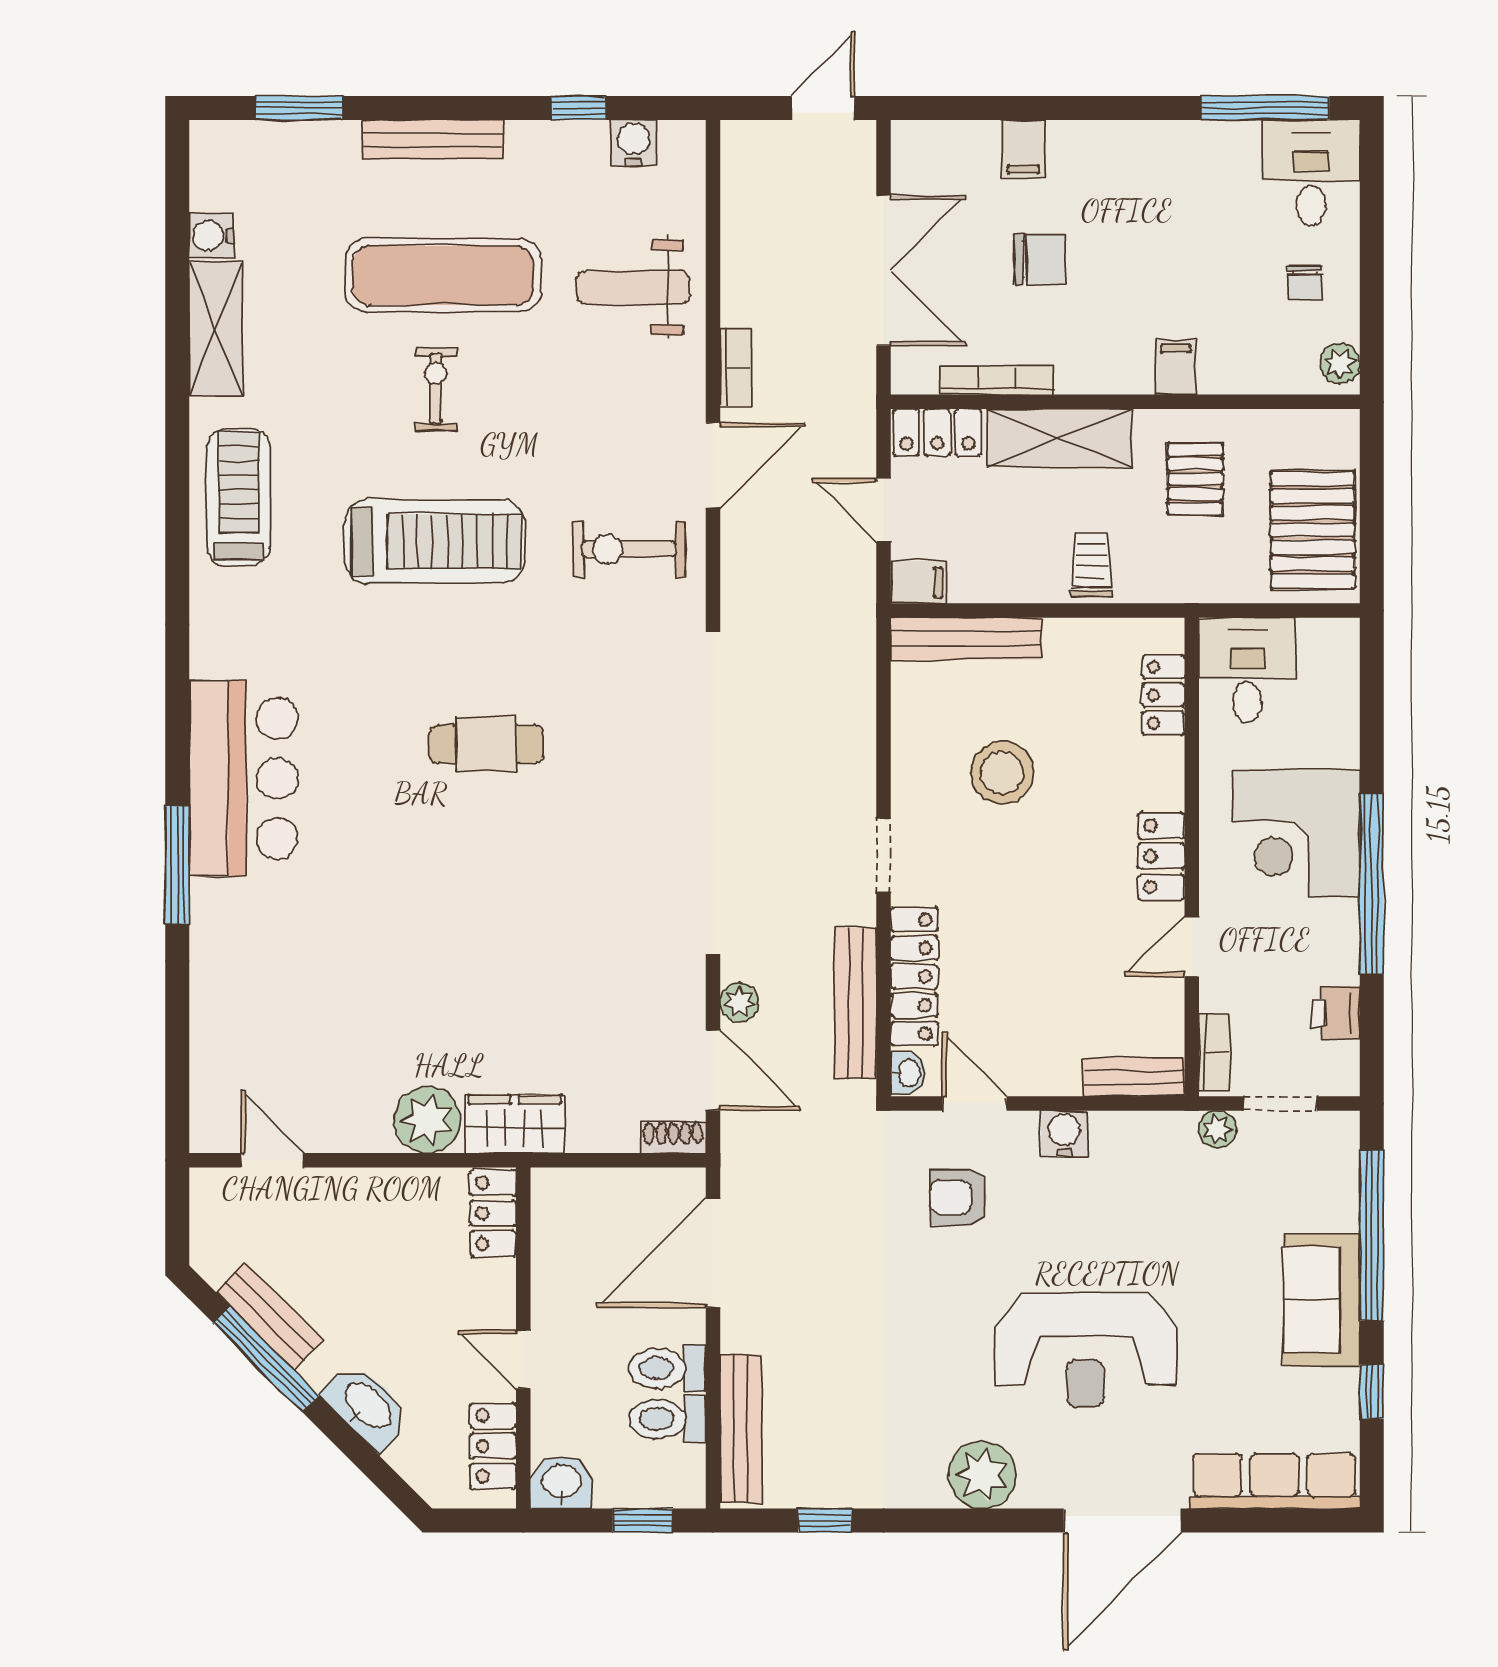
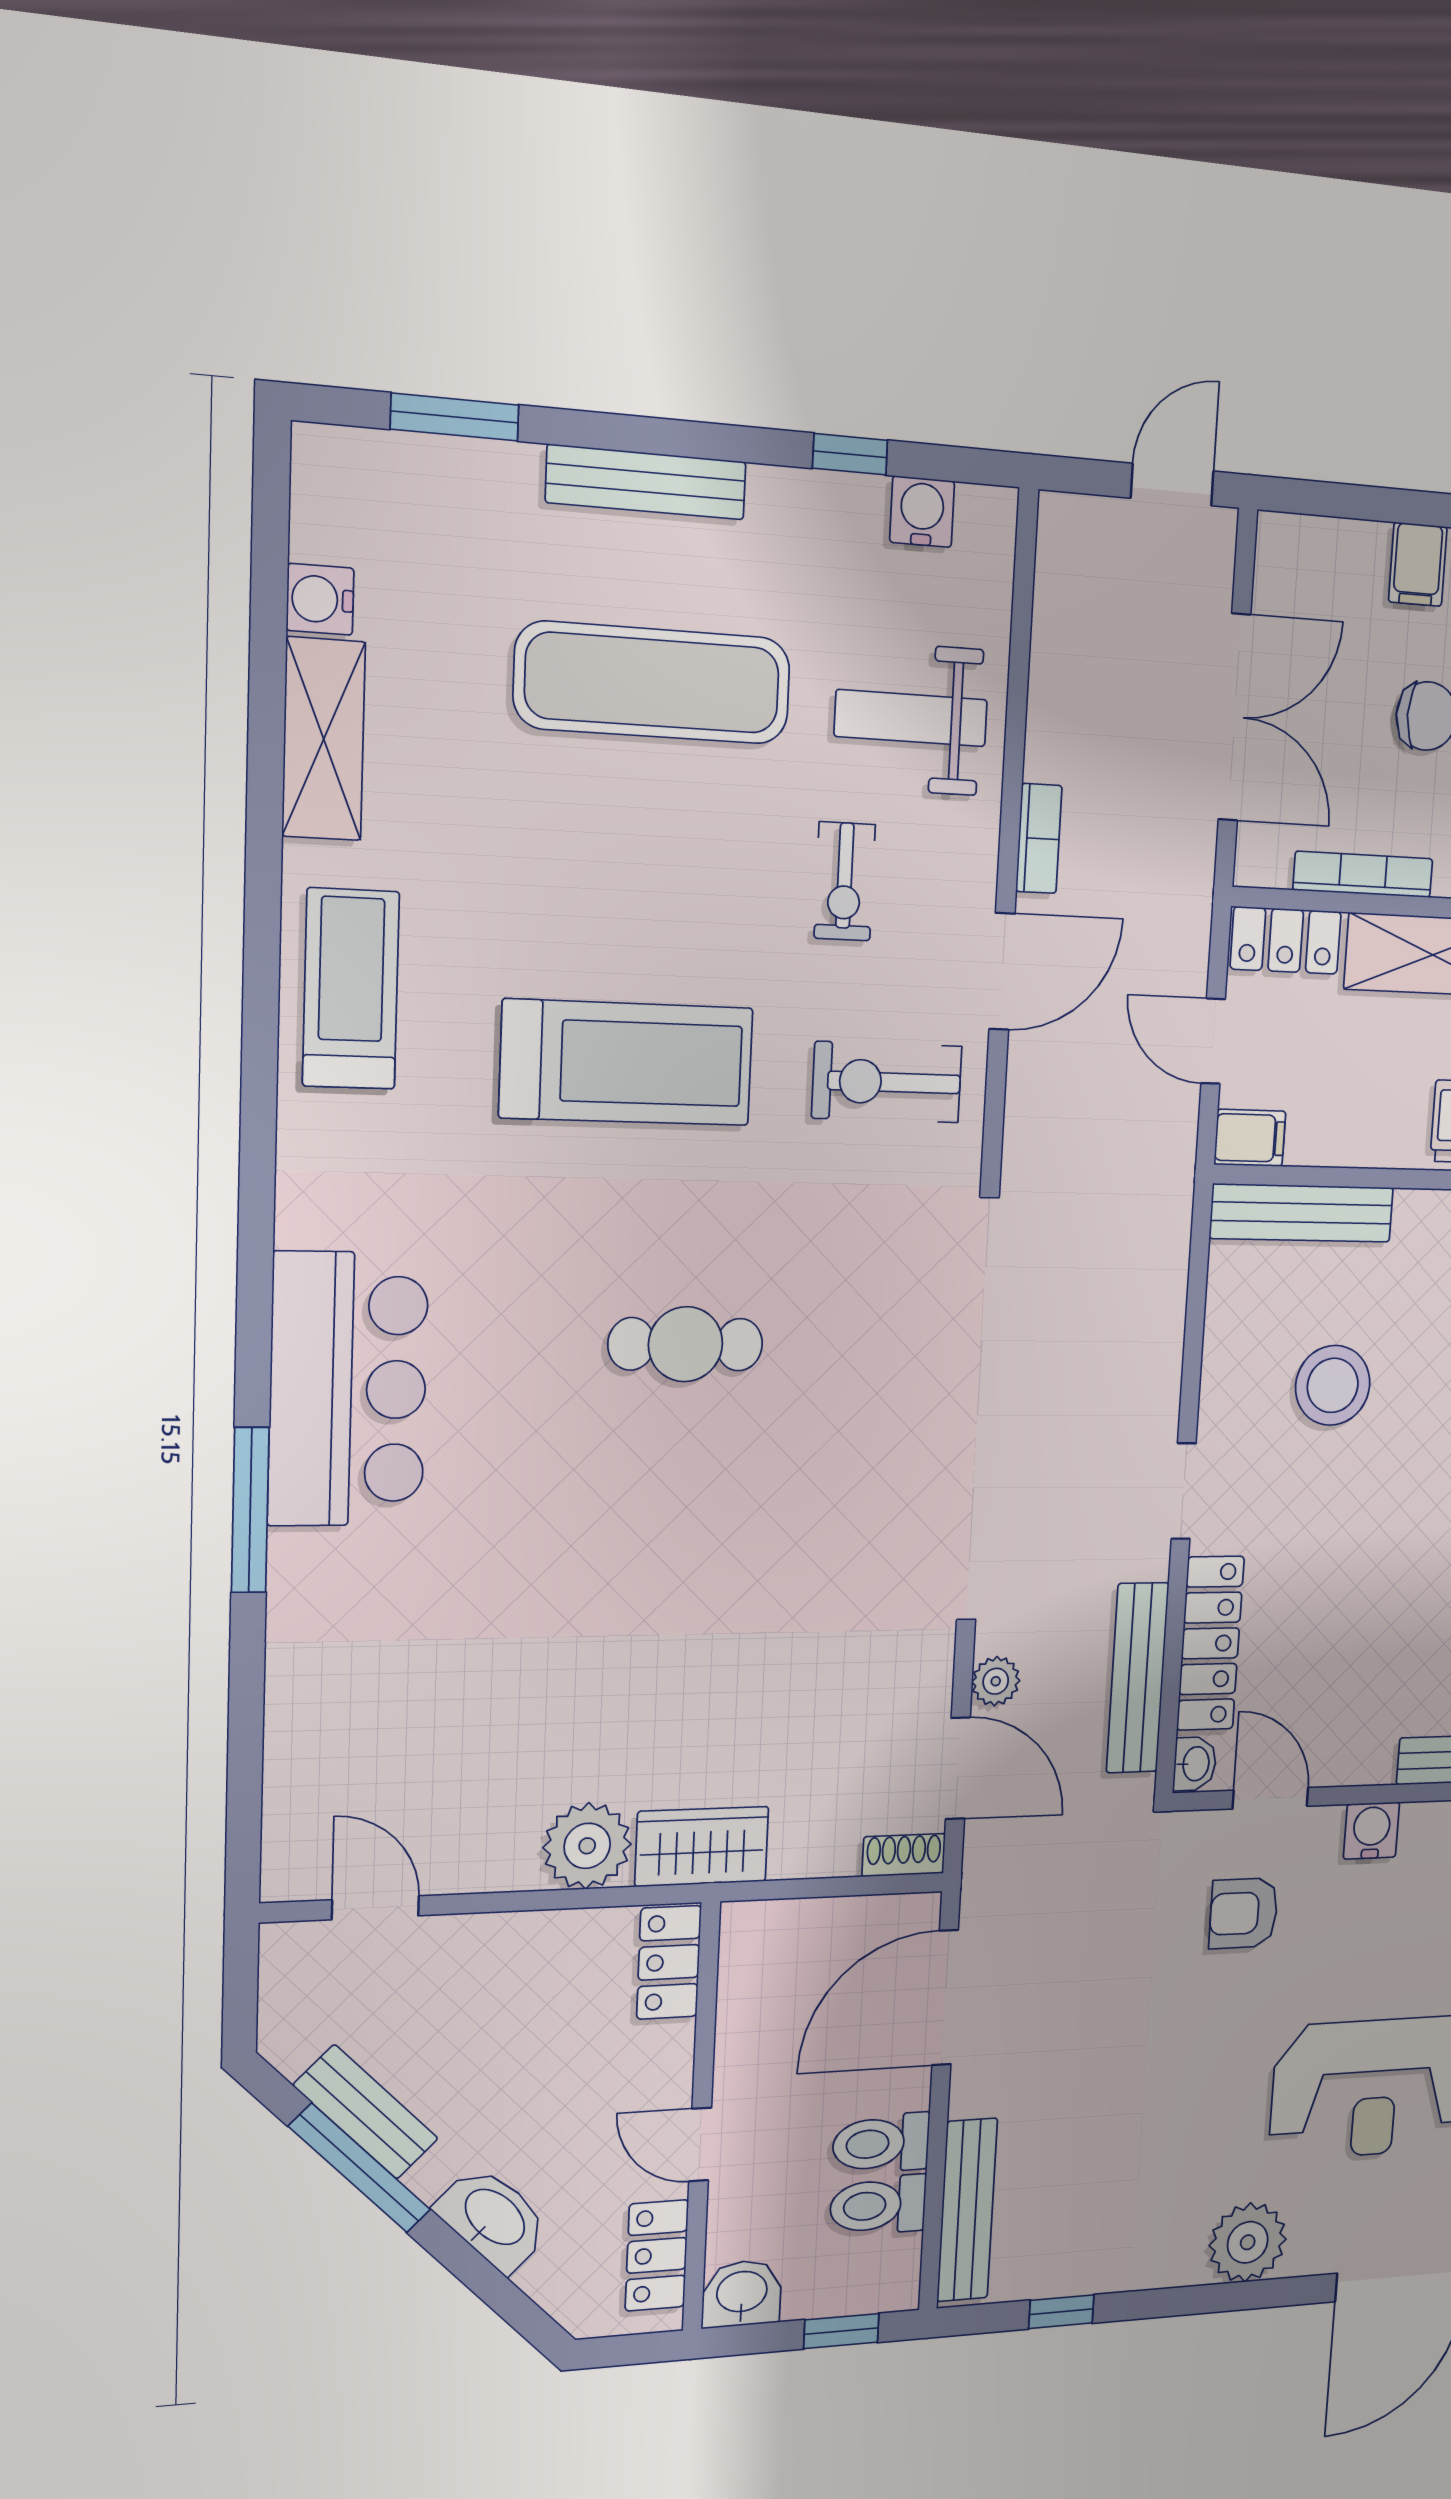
exercise bike: (436, 389) -> (845, 881), moved, turned 180

